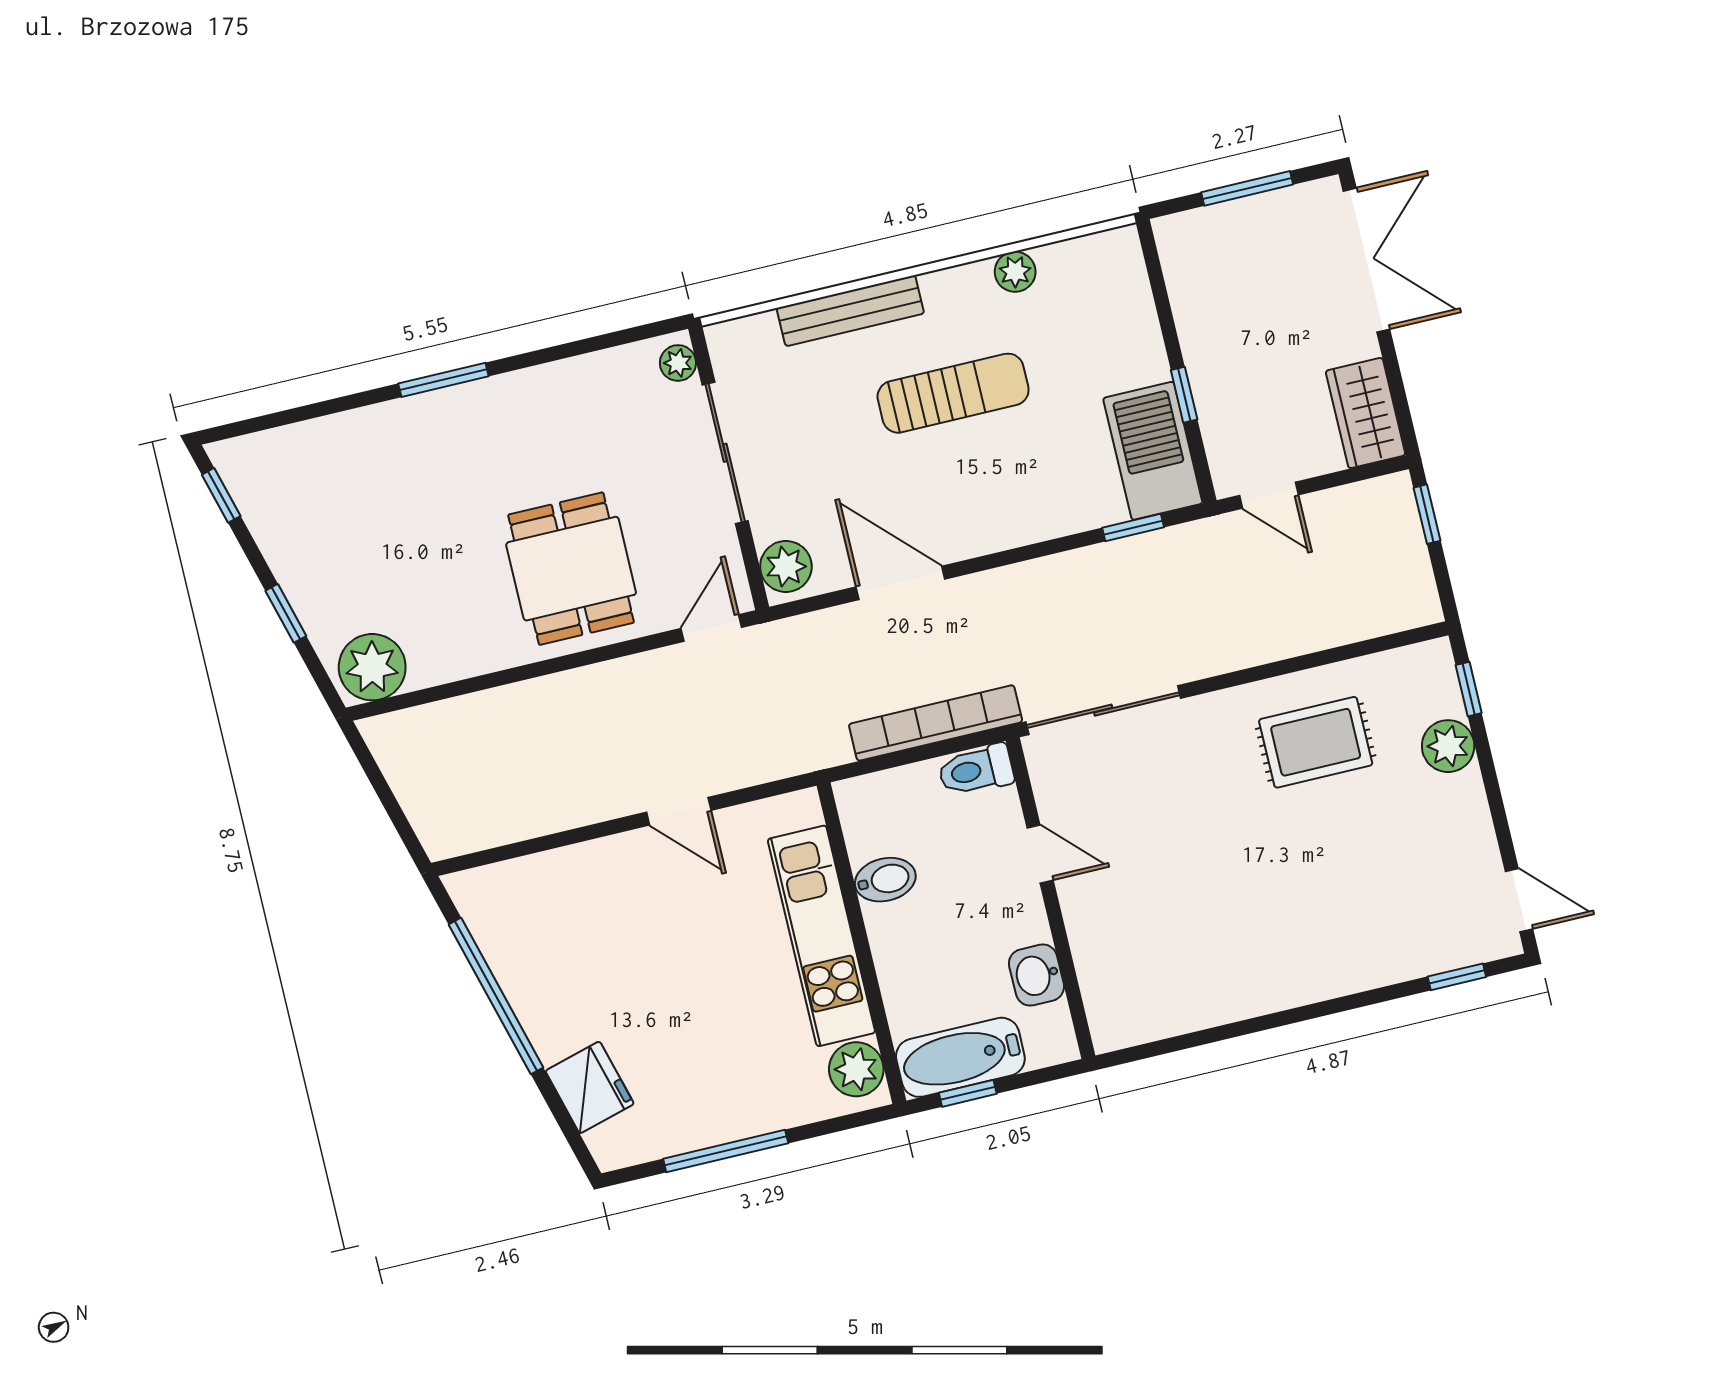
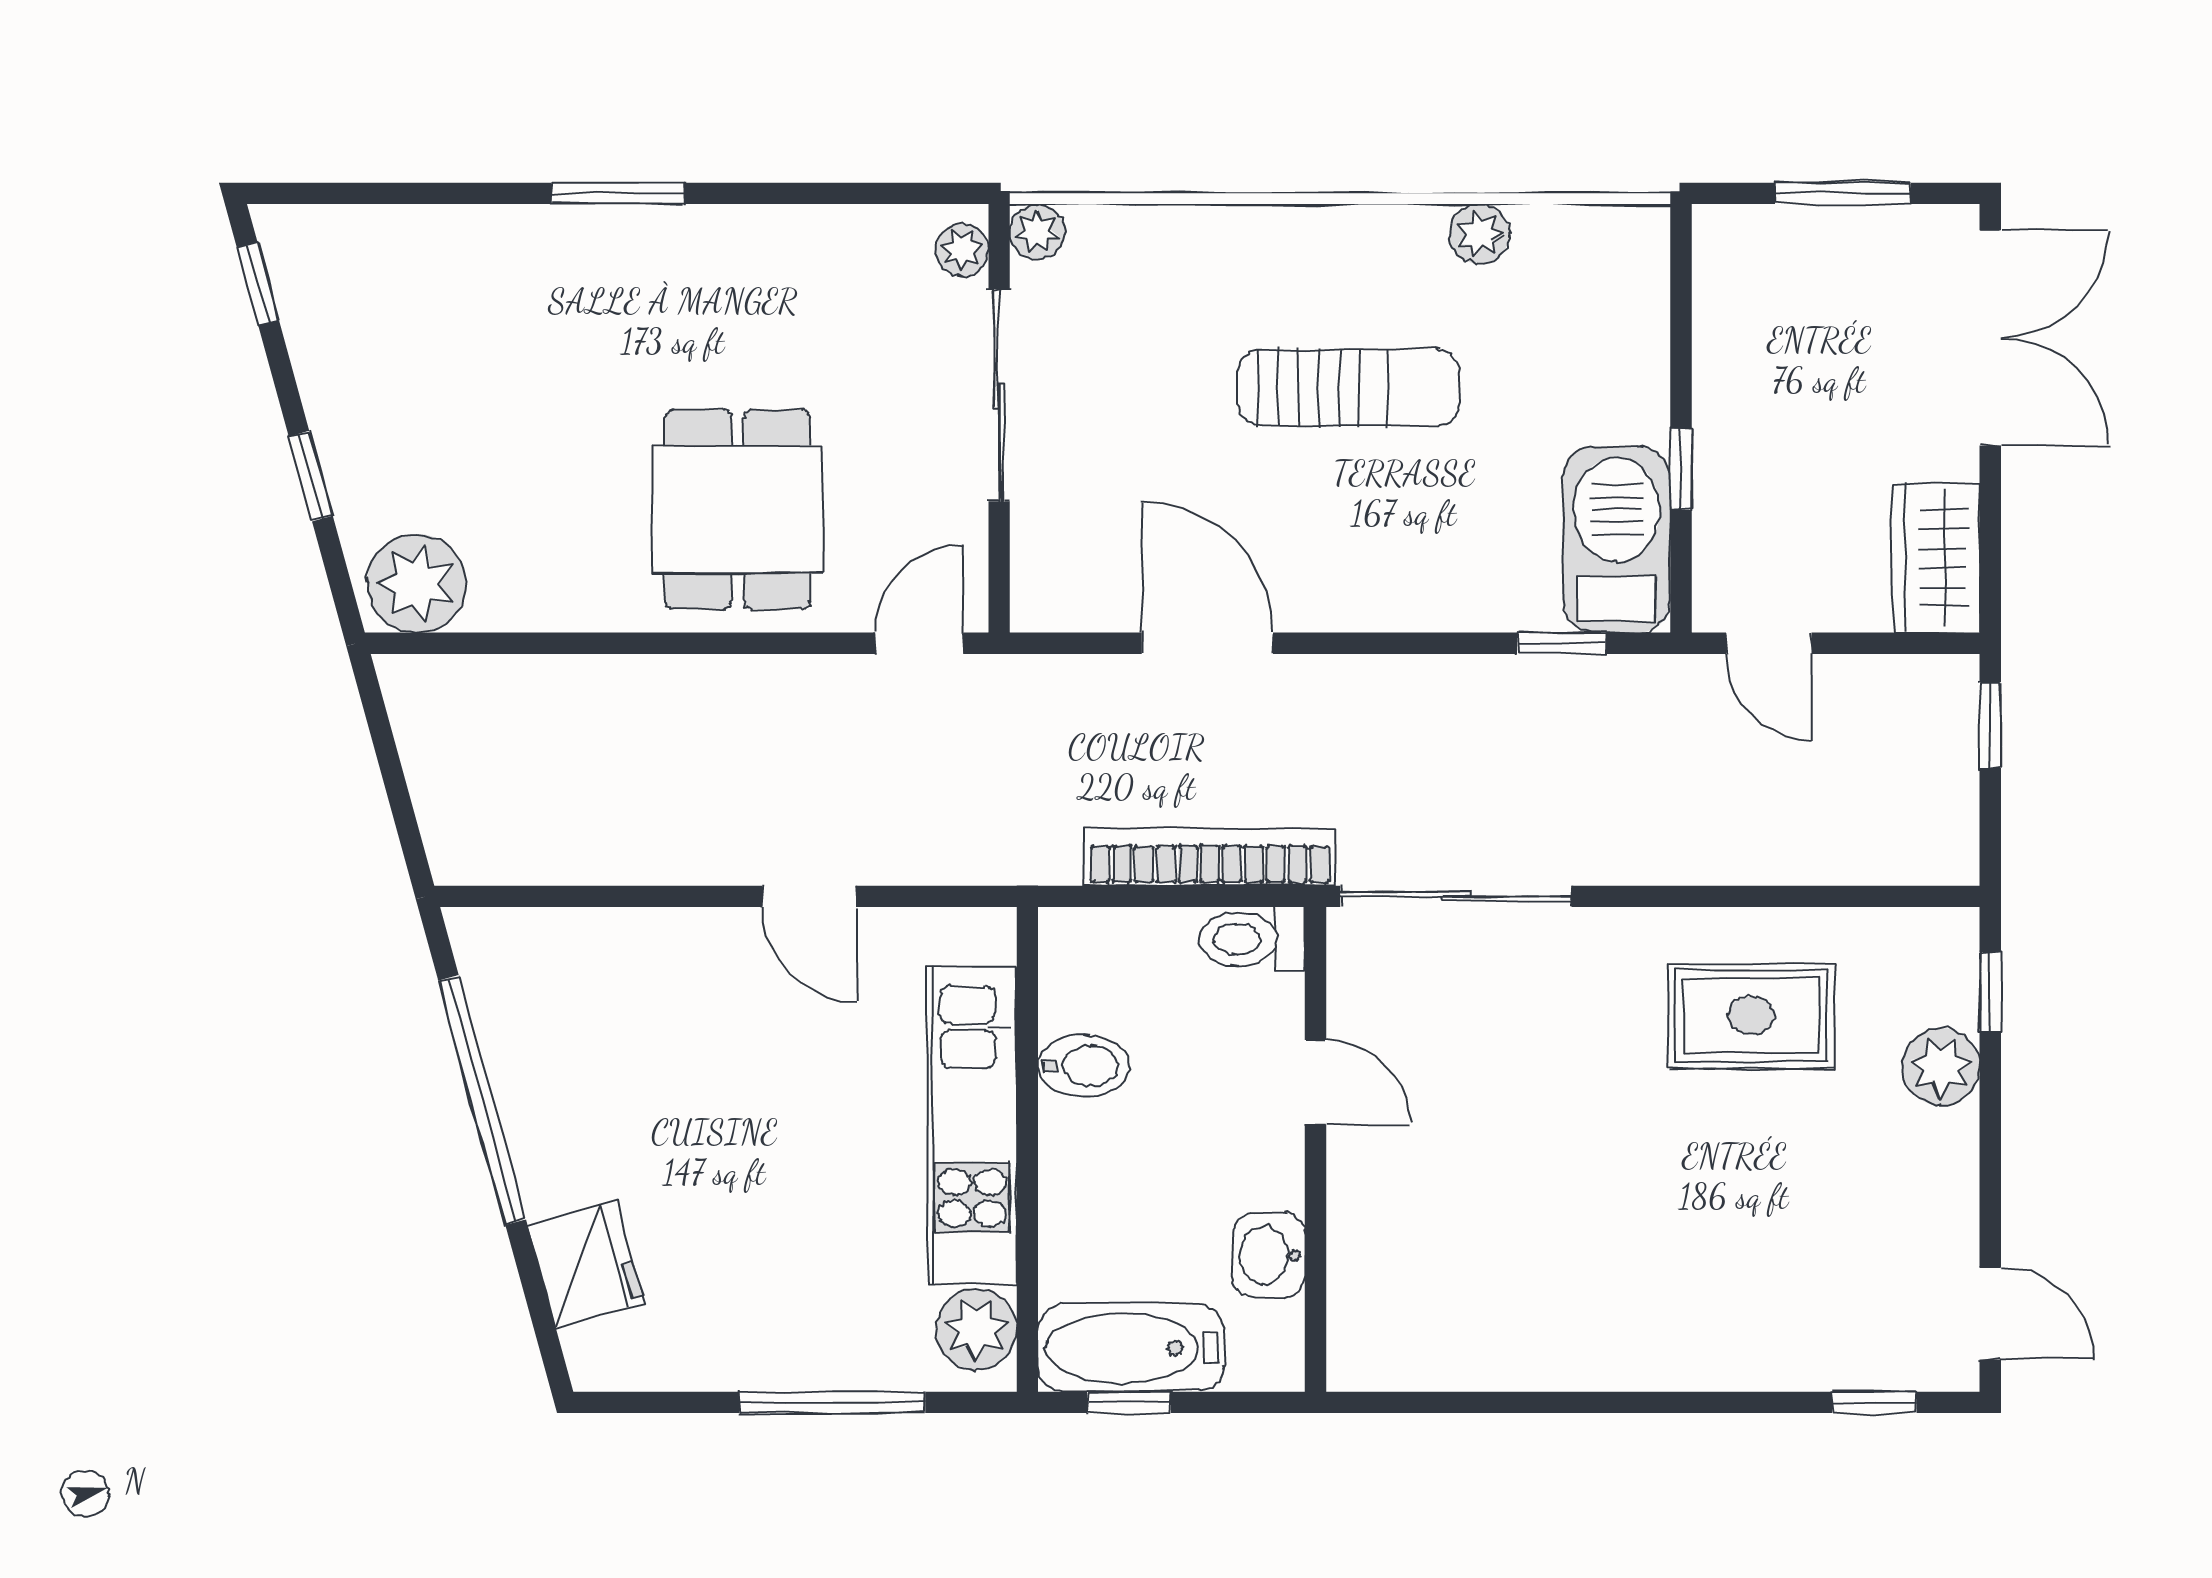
bench: (850, 311) -> (1229, 234), removed
plant: (786, 566) -> (1037, 232), moved, width x0.73, depth x0.73
window: (726, 1151) -> (832, 1402), moved

